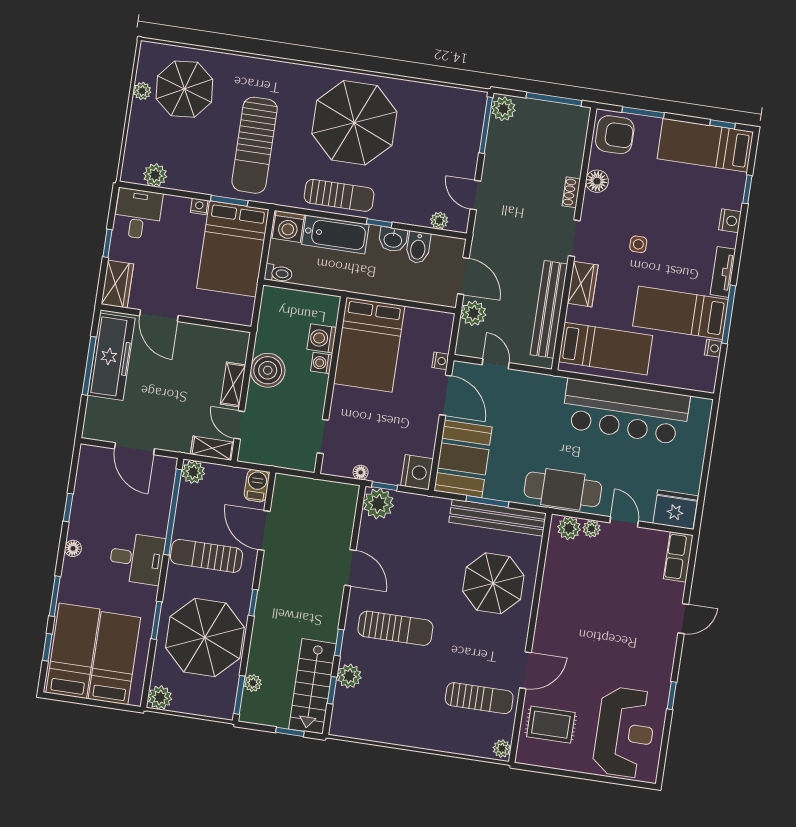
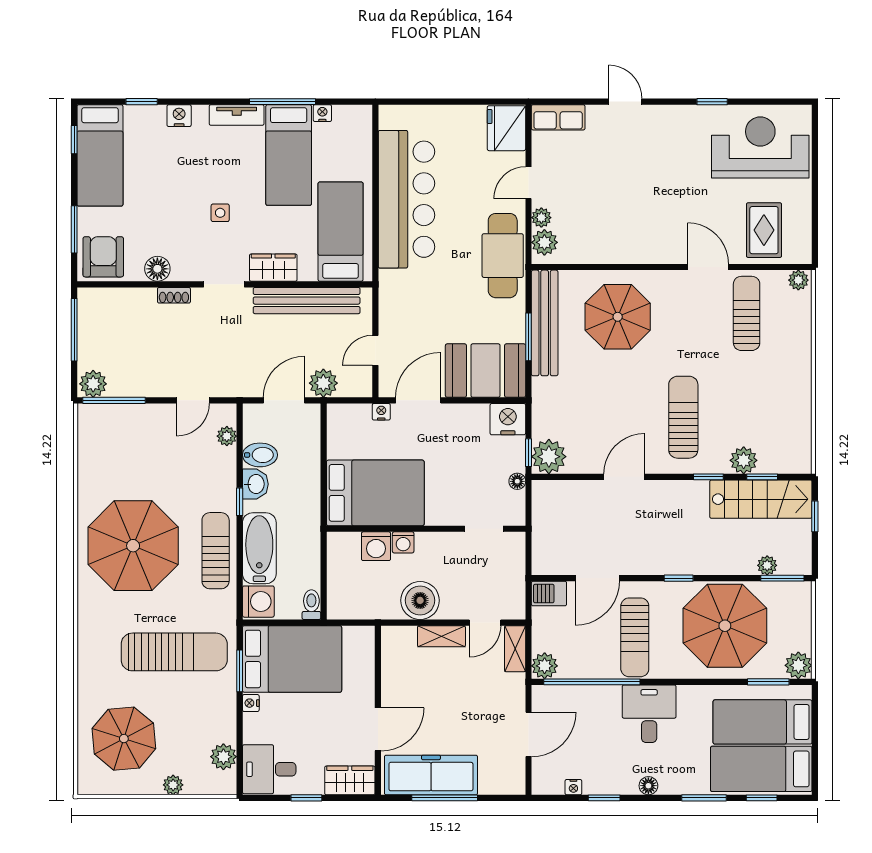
plant: (142, 91) -> (173, 785), moved
nightstand: (82, 482) -> (573, 787), added
window: (156, 620) -> (768, 682), moved

